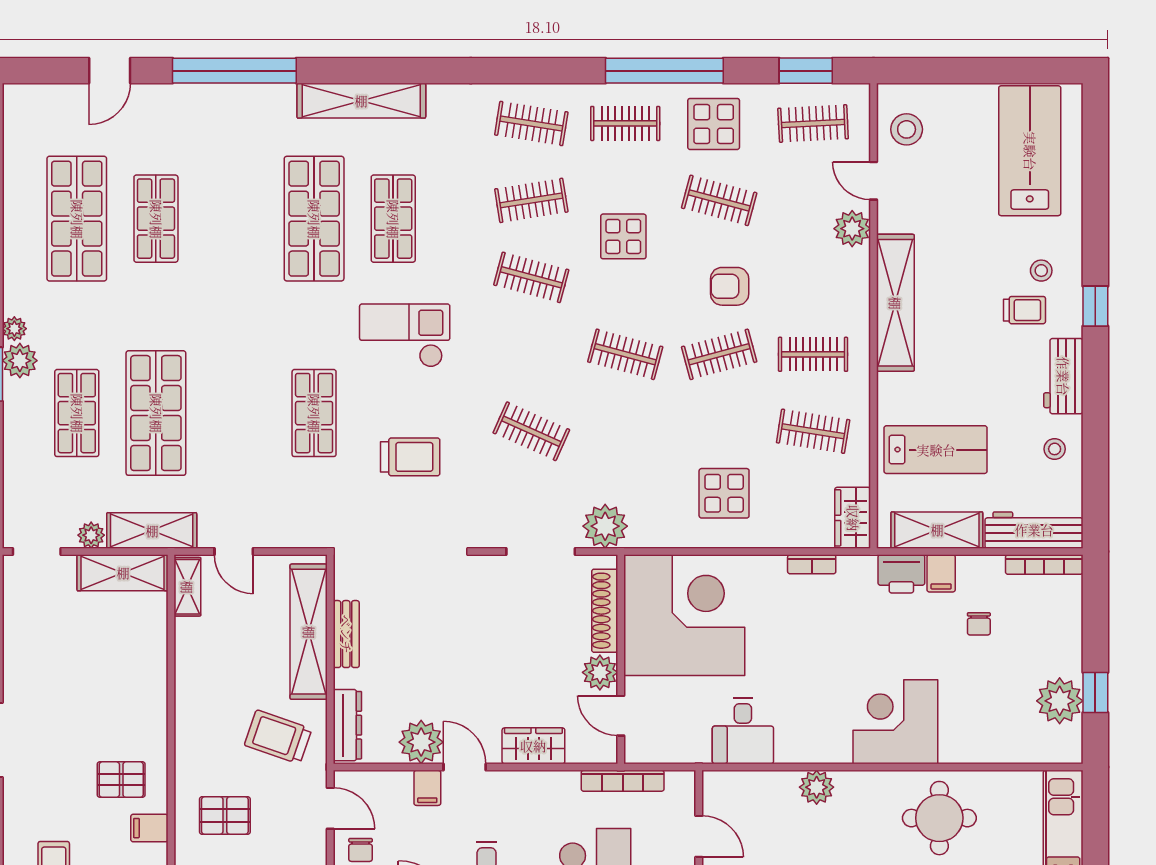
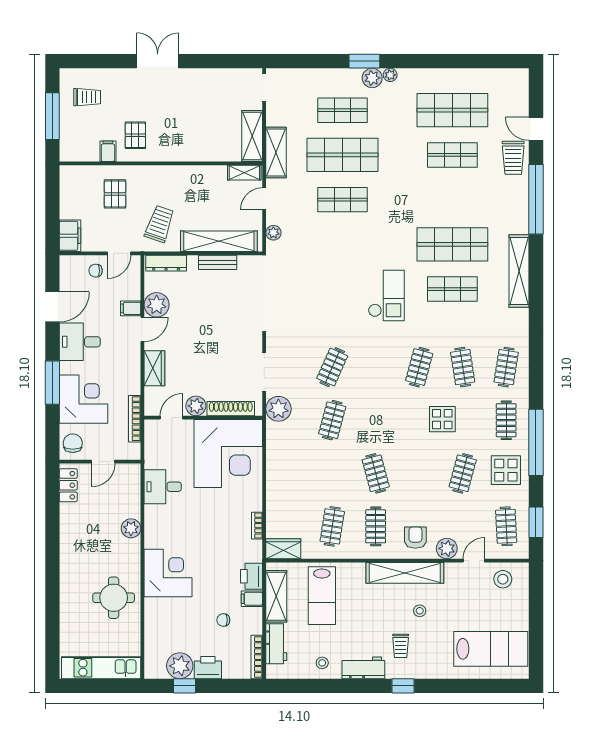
stool: (1041, 271) -> (420, 611), moved
armchair: (730, 286) -> (415, 538), moved
clothes rail: (625, 354) -> (332, 420), moved
shop shelf: (314, 413) -> (342, 200), moved
trolley: (410, 457) -> (513, 158), moved
display table: (724, 493) -> (297, 476), removed
workbench: (1034, 530) -> (276, 644), width x0.73
plant: (91, 535) -> (273, 233), moved
printer: (1063, 651) -> (208, 668), added

